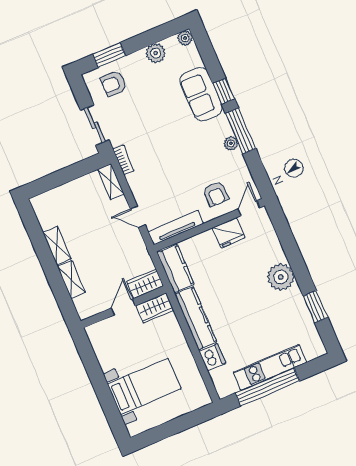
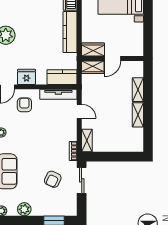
armchair: (114, 84) -> (53, 179), moved, turned 115
kitchen counter: (176, 269) -> (62, 77), moved, turned 90

